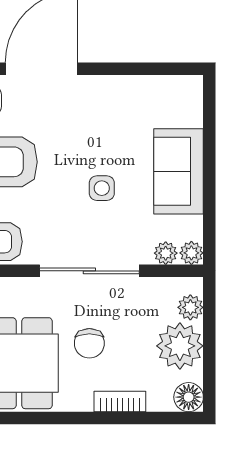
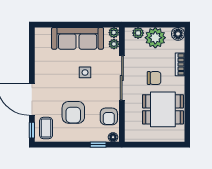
sofa: (179, 171) -> (78, 38), width x1.36

